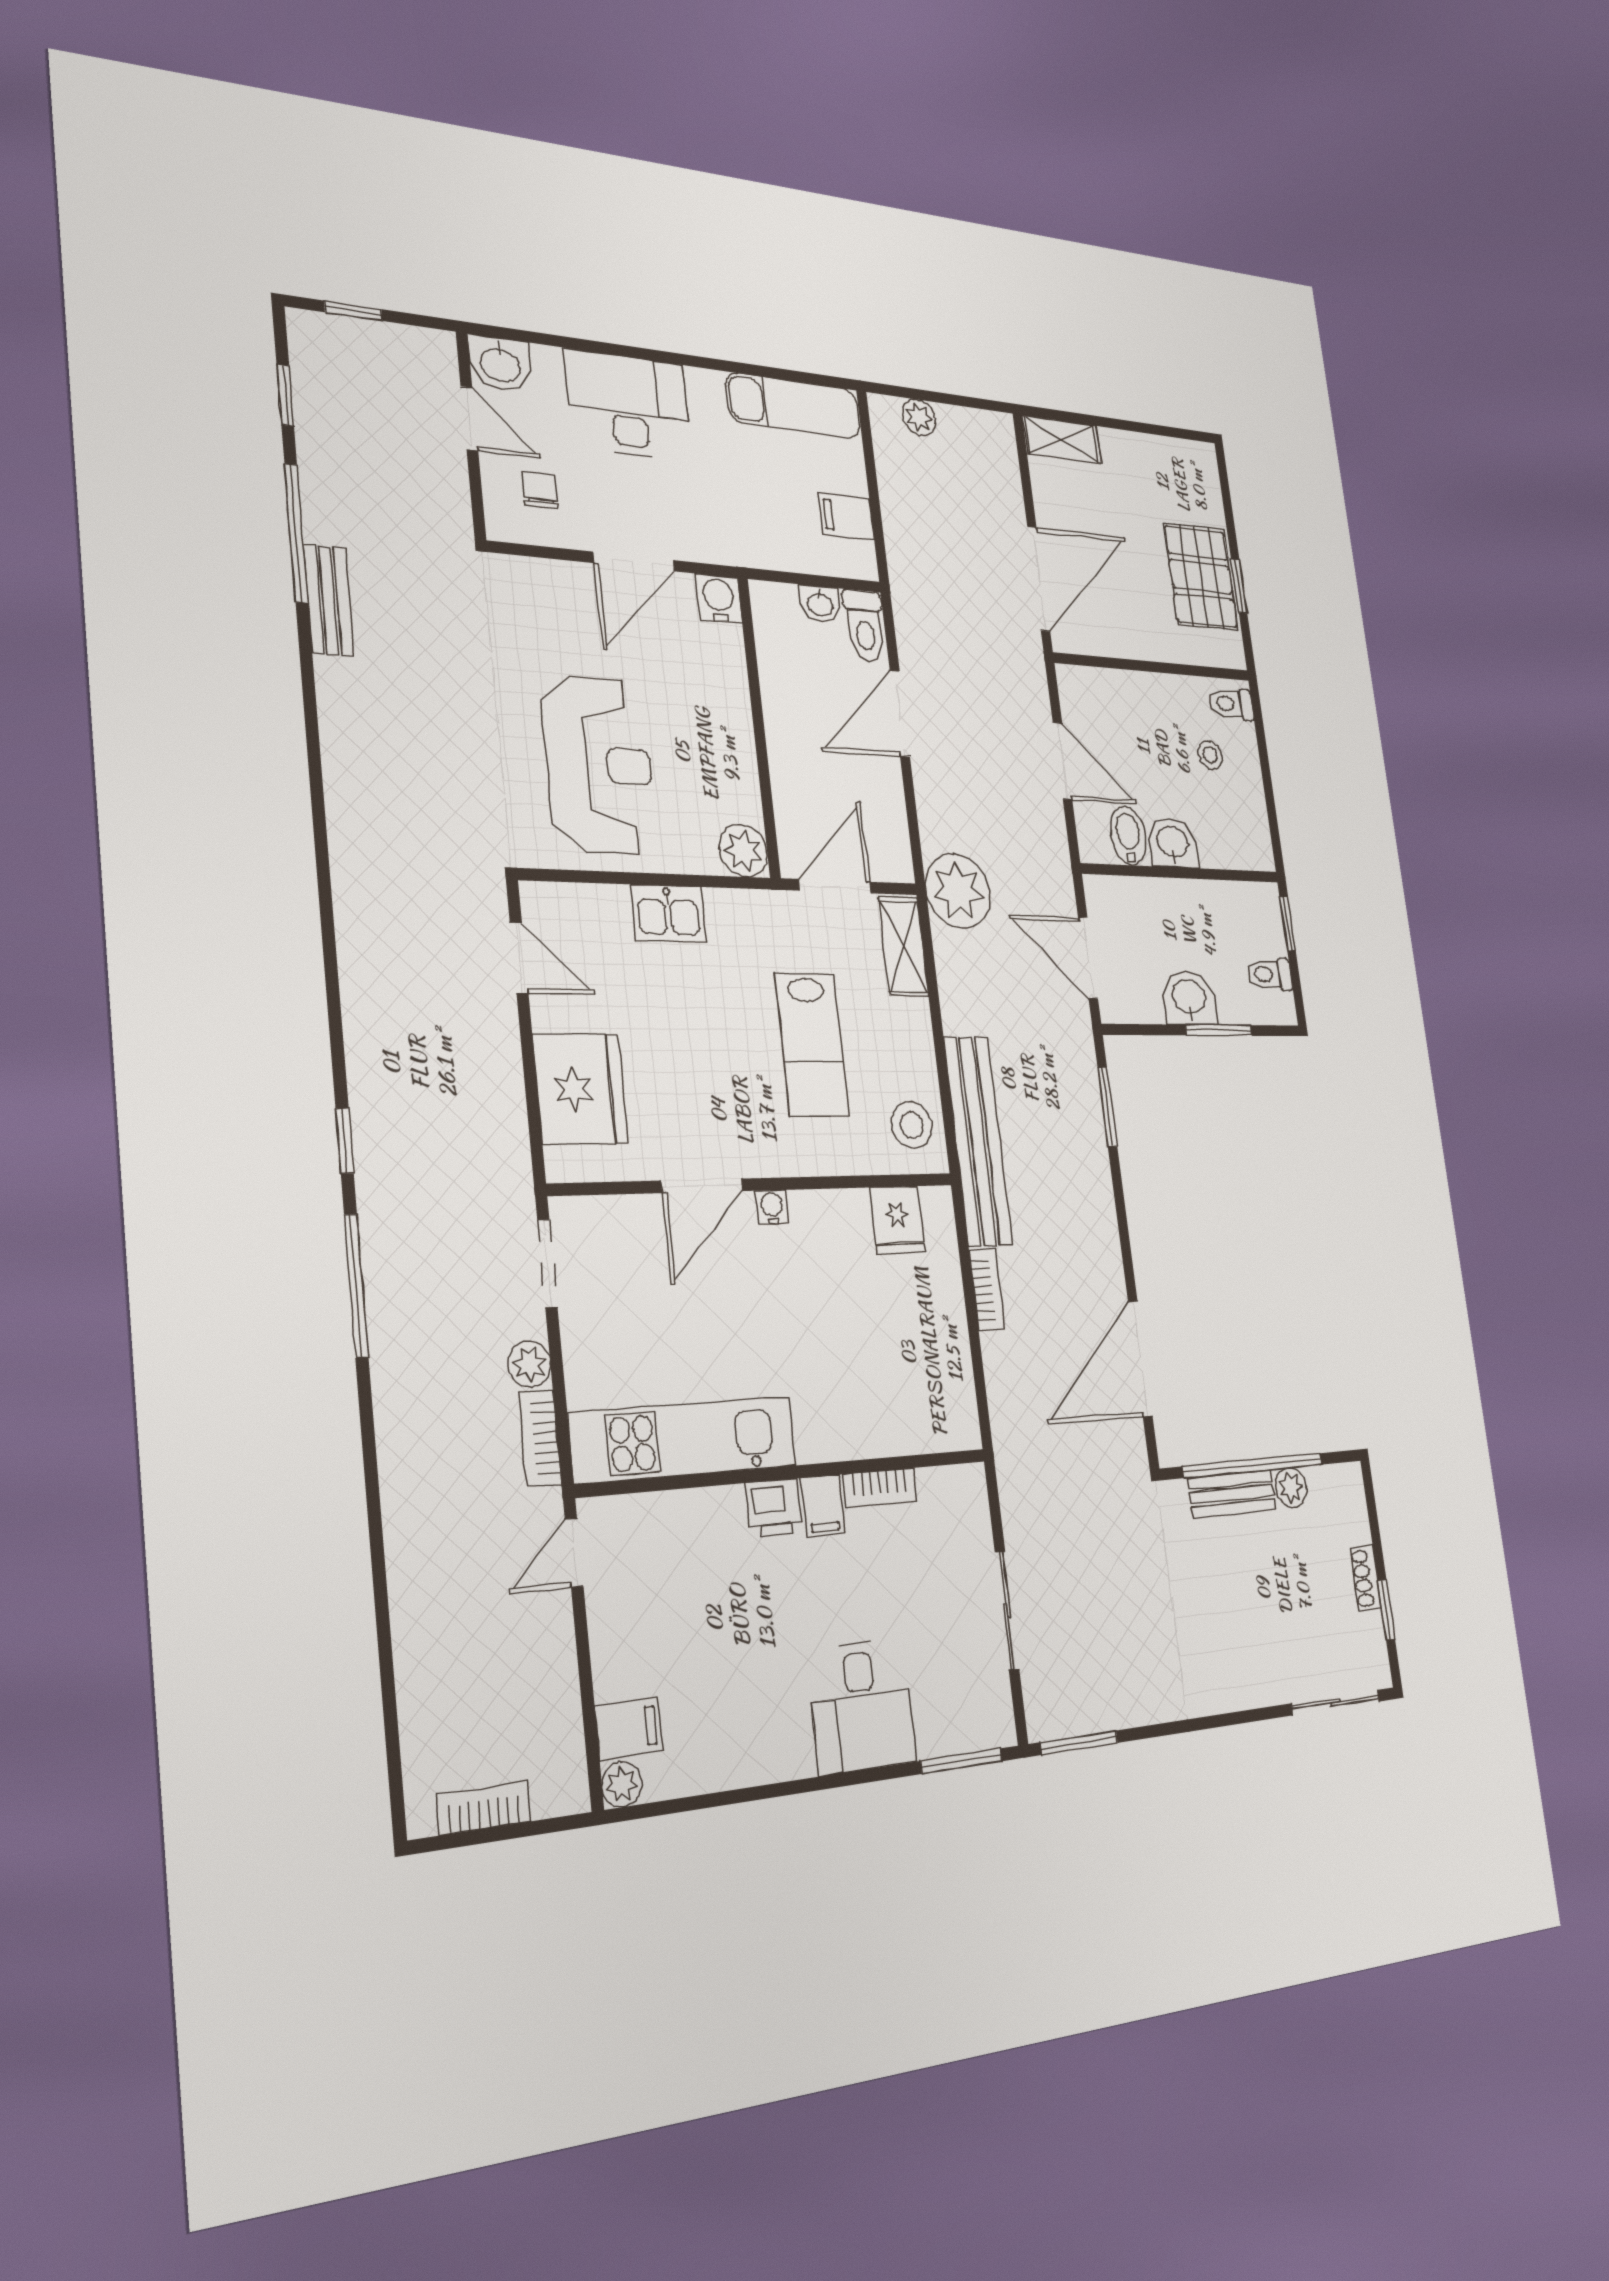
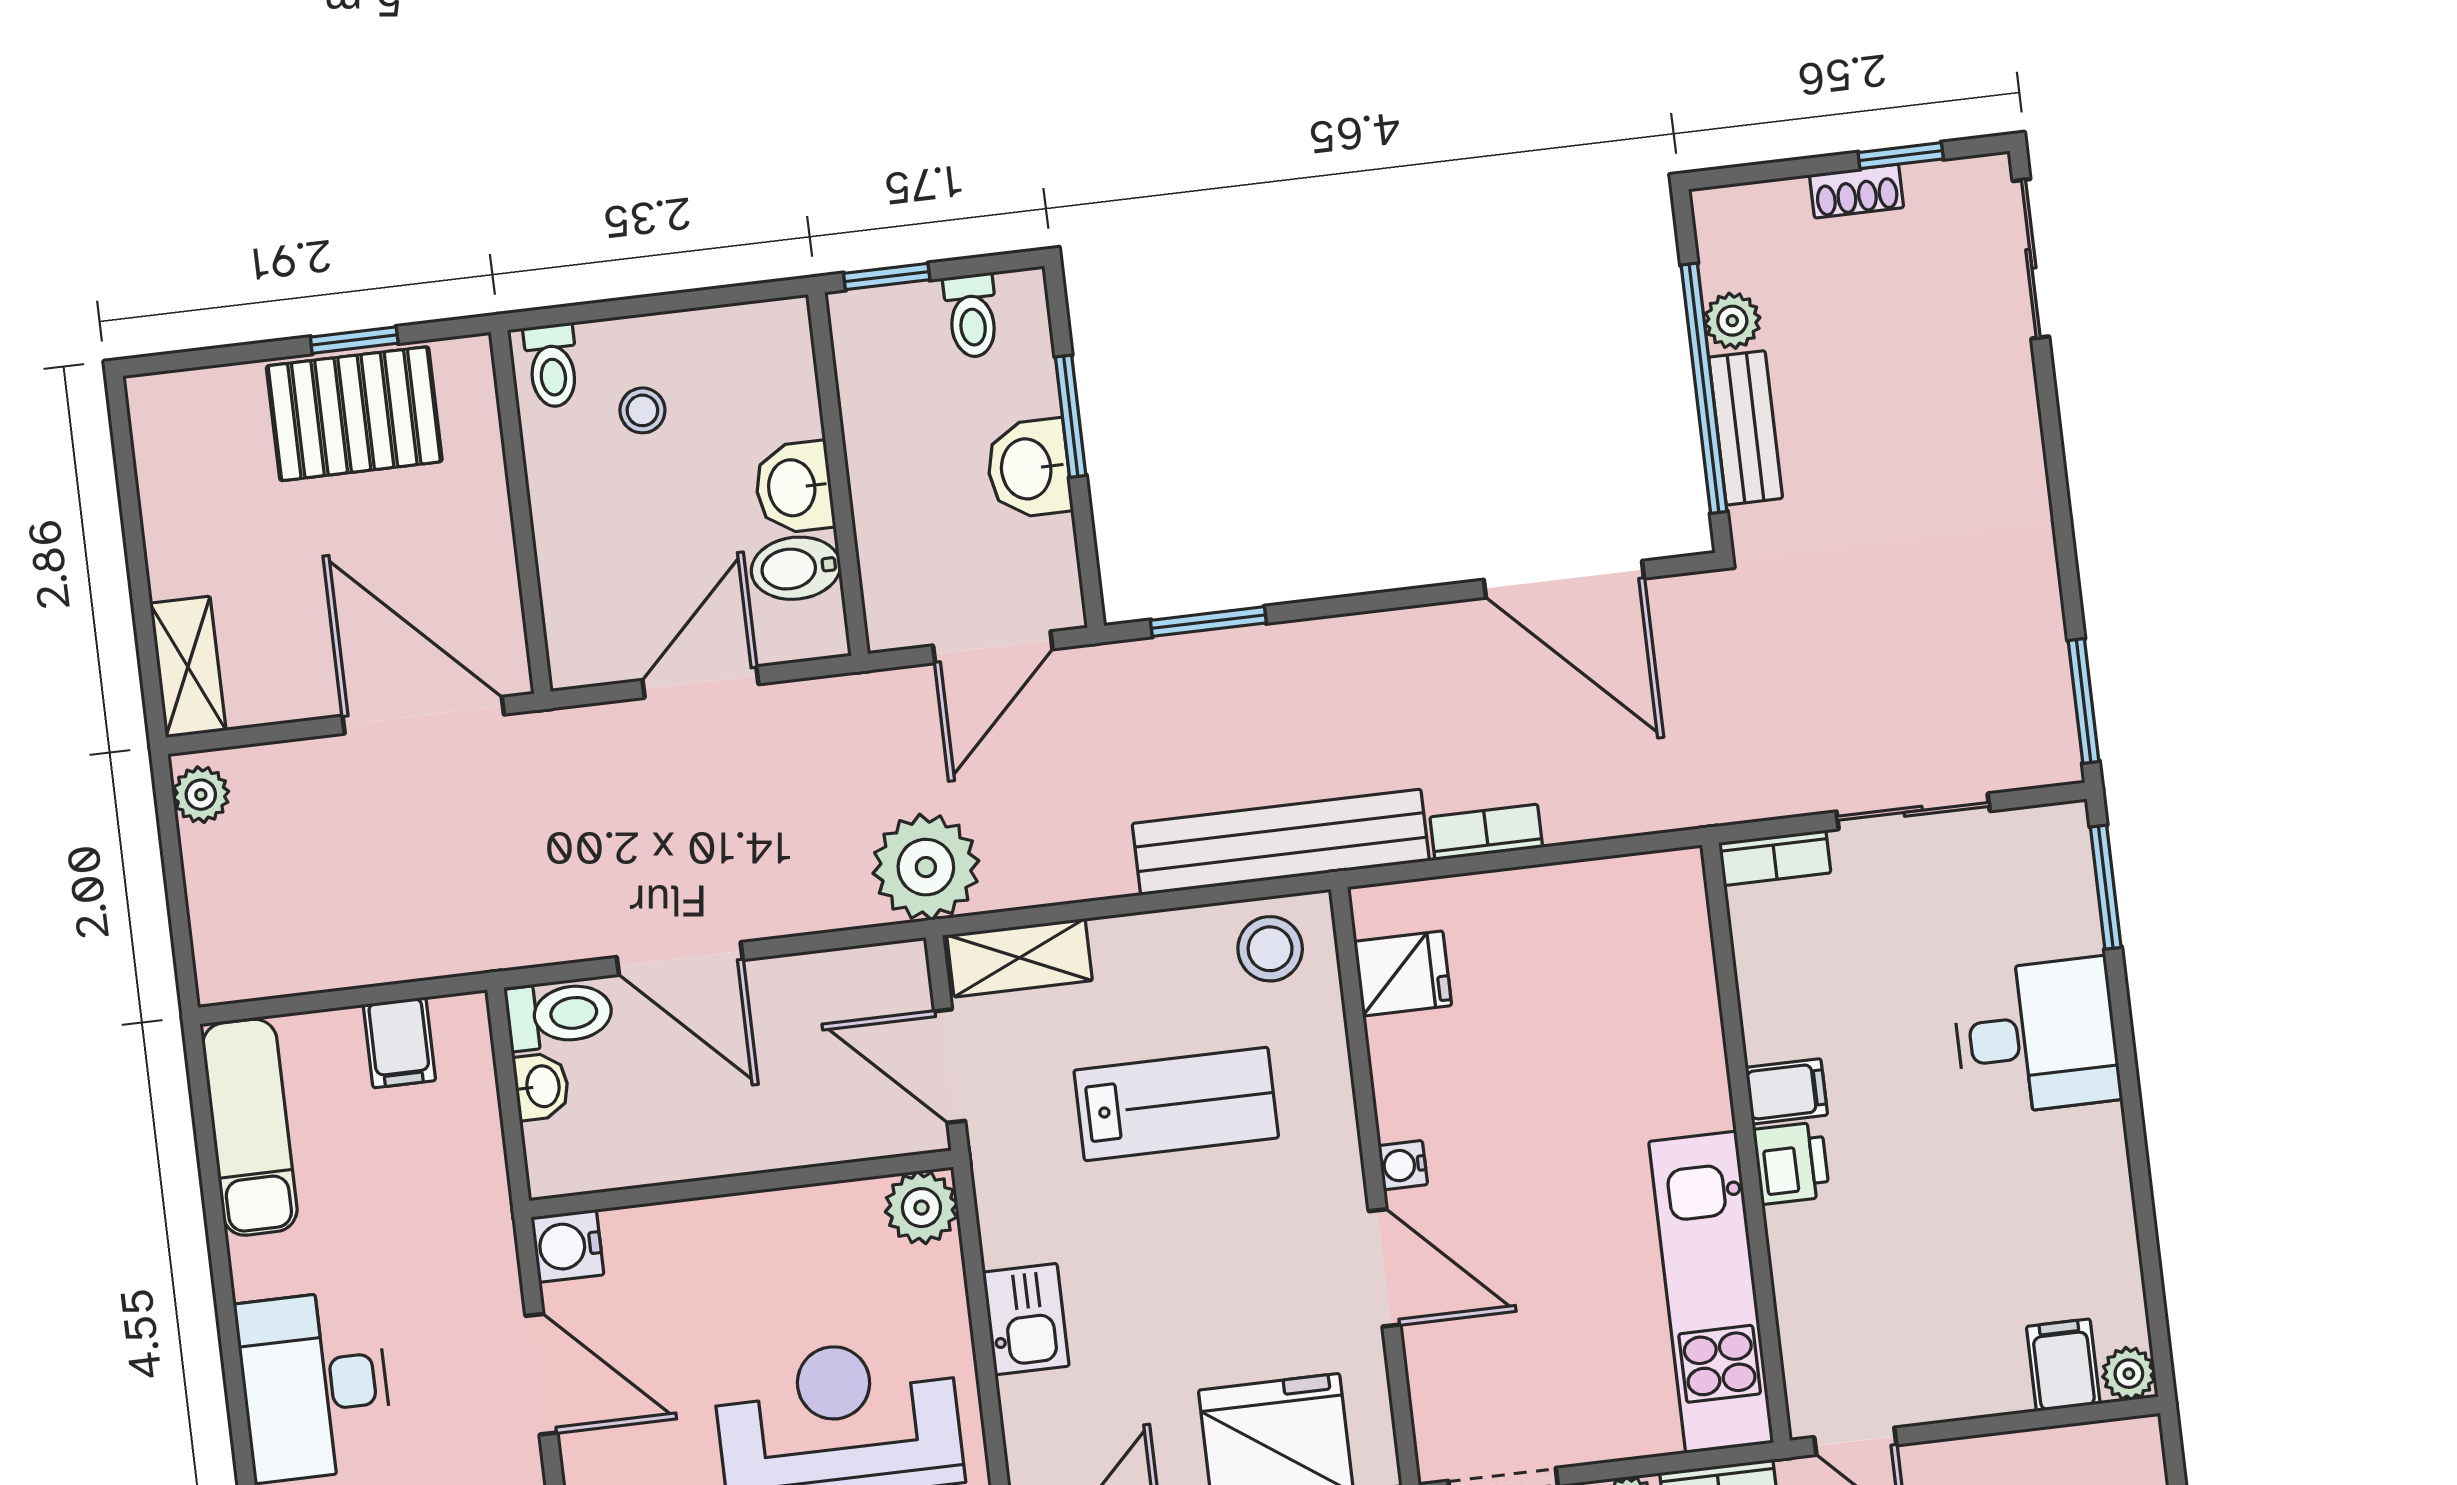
plant: (919, 418) -> (201, 795), moved
bookcase: (880, 1488) -> (1775, 858), moved, turned 90

